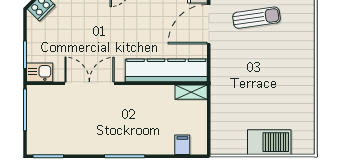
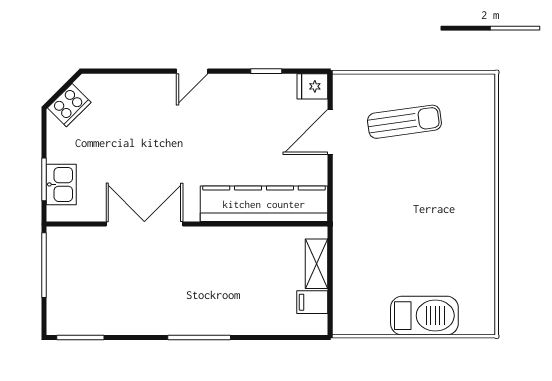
door: (209, 24) -> (330, 132), width x0.73
kitchen sink: (40, 72) -> (61, 184), moved, turned 90
shelving: (191, 92) -> (316, 264), moved, turned 90
filing cabinet: (182, 145) -> (312, 302), moved, turned -90

